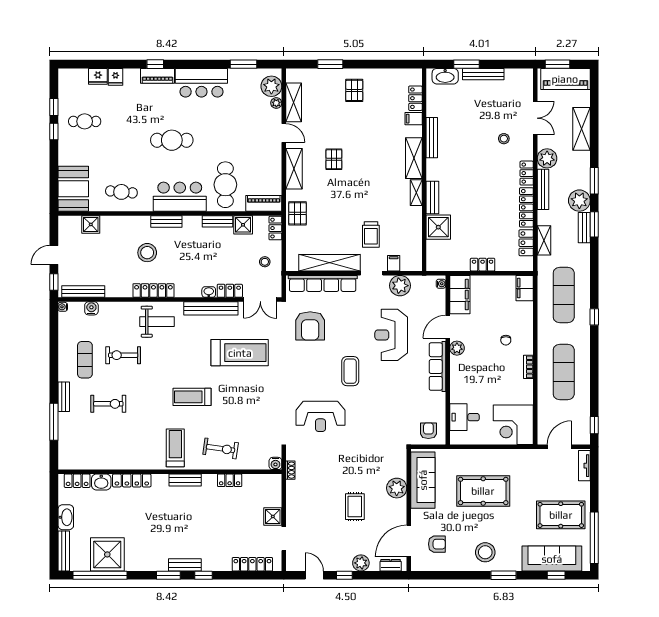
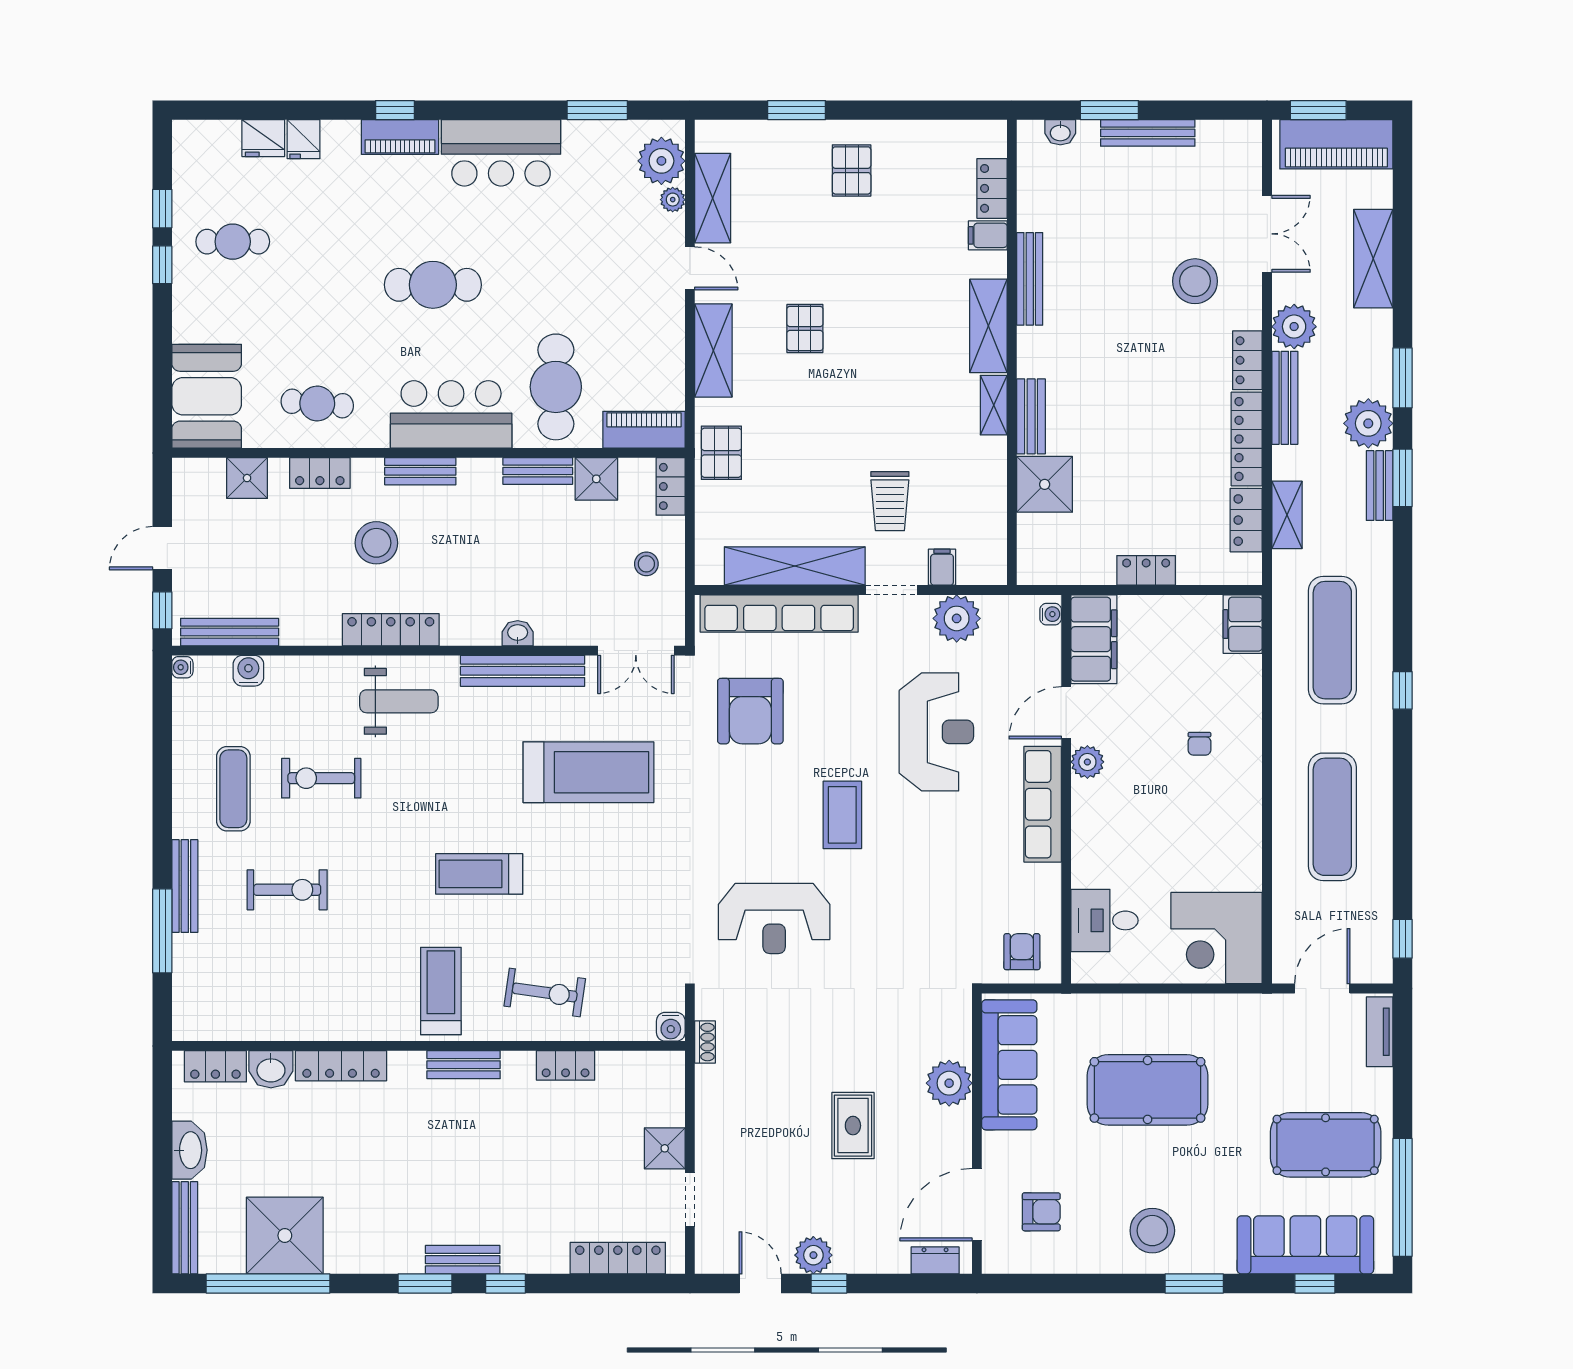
washbasin: (445, 76) -> (1060, 132), width x0.52, depth x0.69
stool: (504, 139) -> (1195, 281), width x1.89, depth x1.89
locker: (230, 291) -> (320, 473), moved, turned 180
reception desk: (391, 335) -> (936, 732), turned 180
bookcase: (528, 367) -> (1251, 805), removed
bench: (64, 397) -> (185, 886), width x1.36
plant: (361, 563) -> (813, 1255), moved

